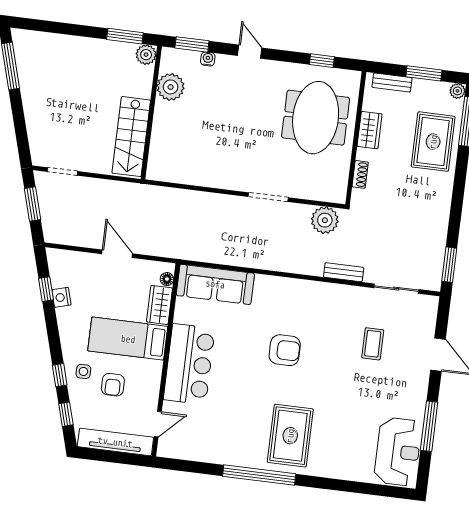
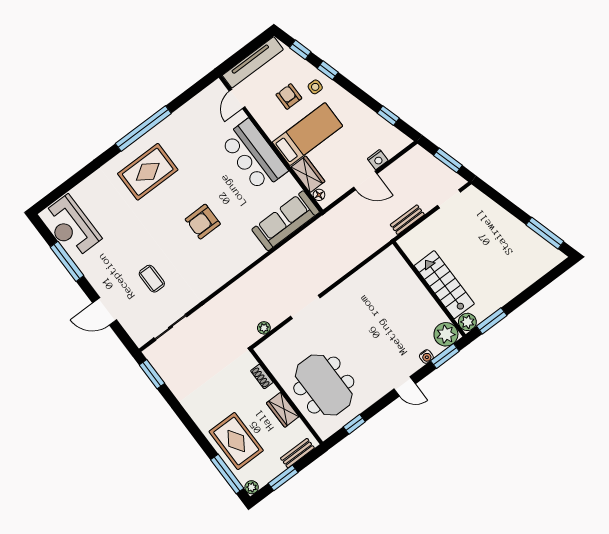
plant: (171, 87) -> (446, 334), moved
stairs: (131, 137) -> (444, 285), moved
plant: (325, 220) -> (264, 328), width x0.53, depth x0.53
bench: (344, 272) -> (407, 220), moved
nightstand: (61, 297) -> (378, 160), moved, turned 106
rug: (290, 436) -> (148, 172), turned 90

